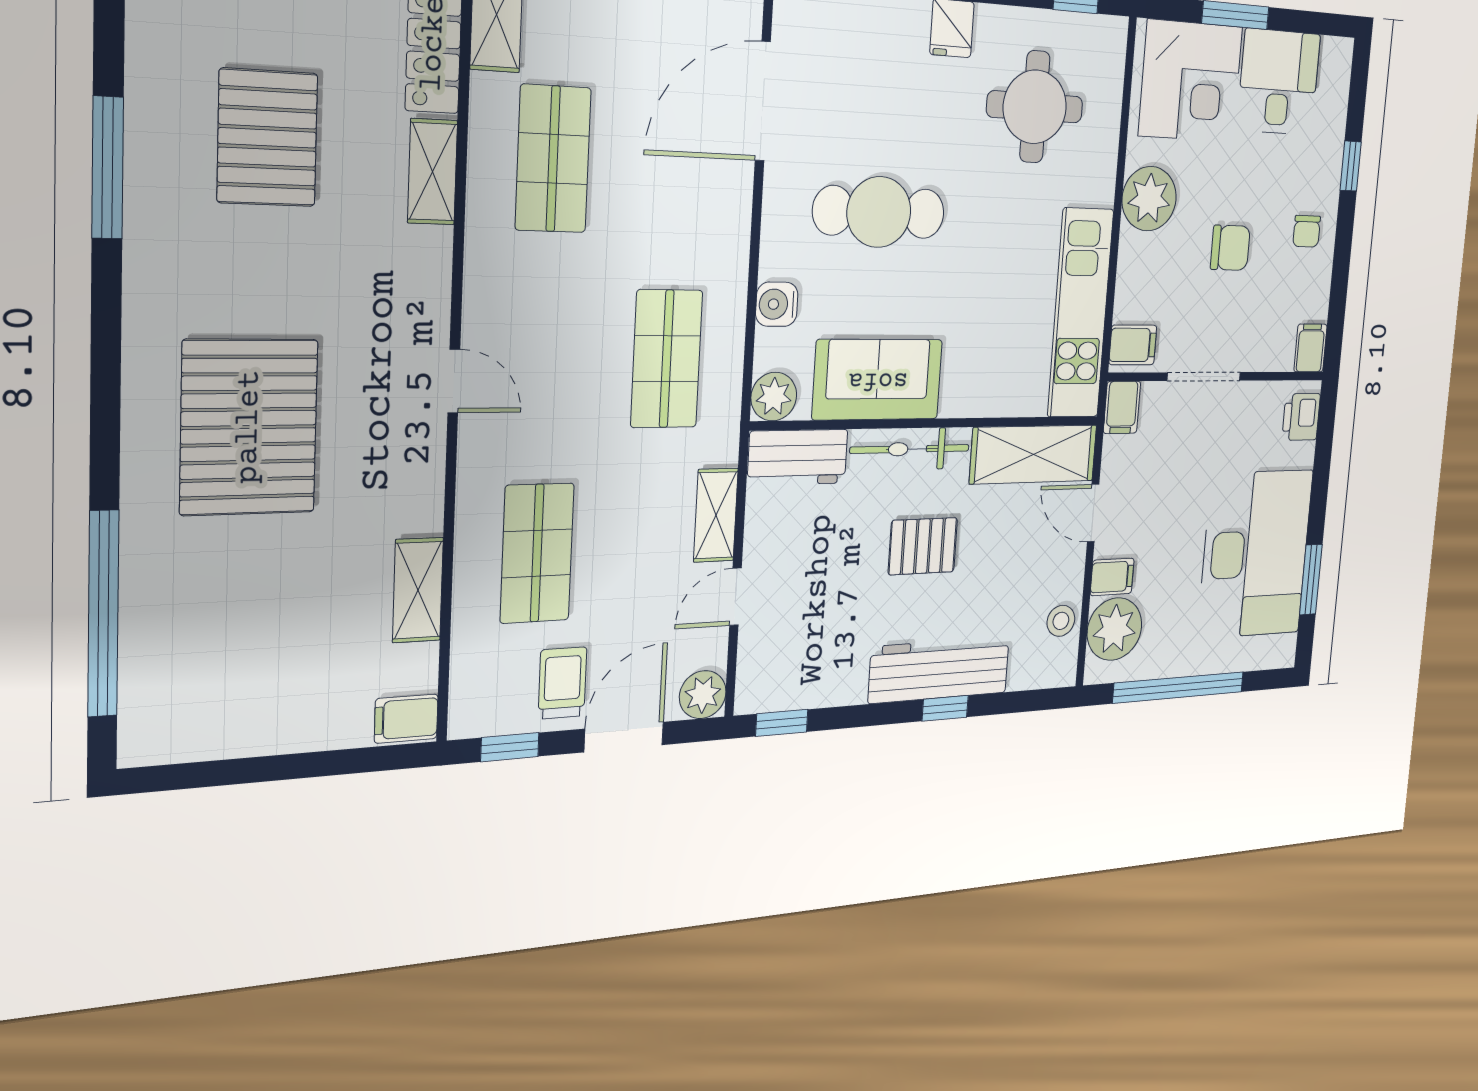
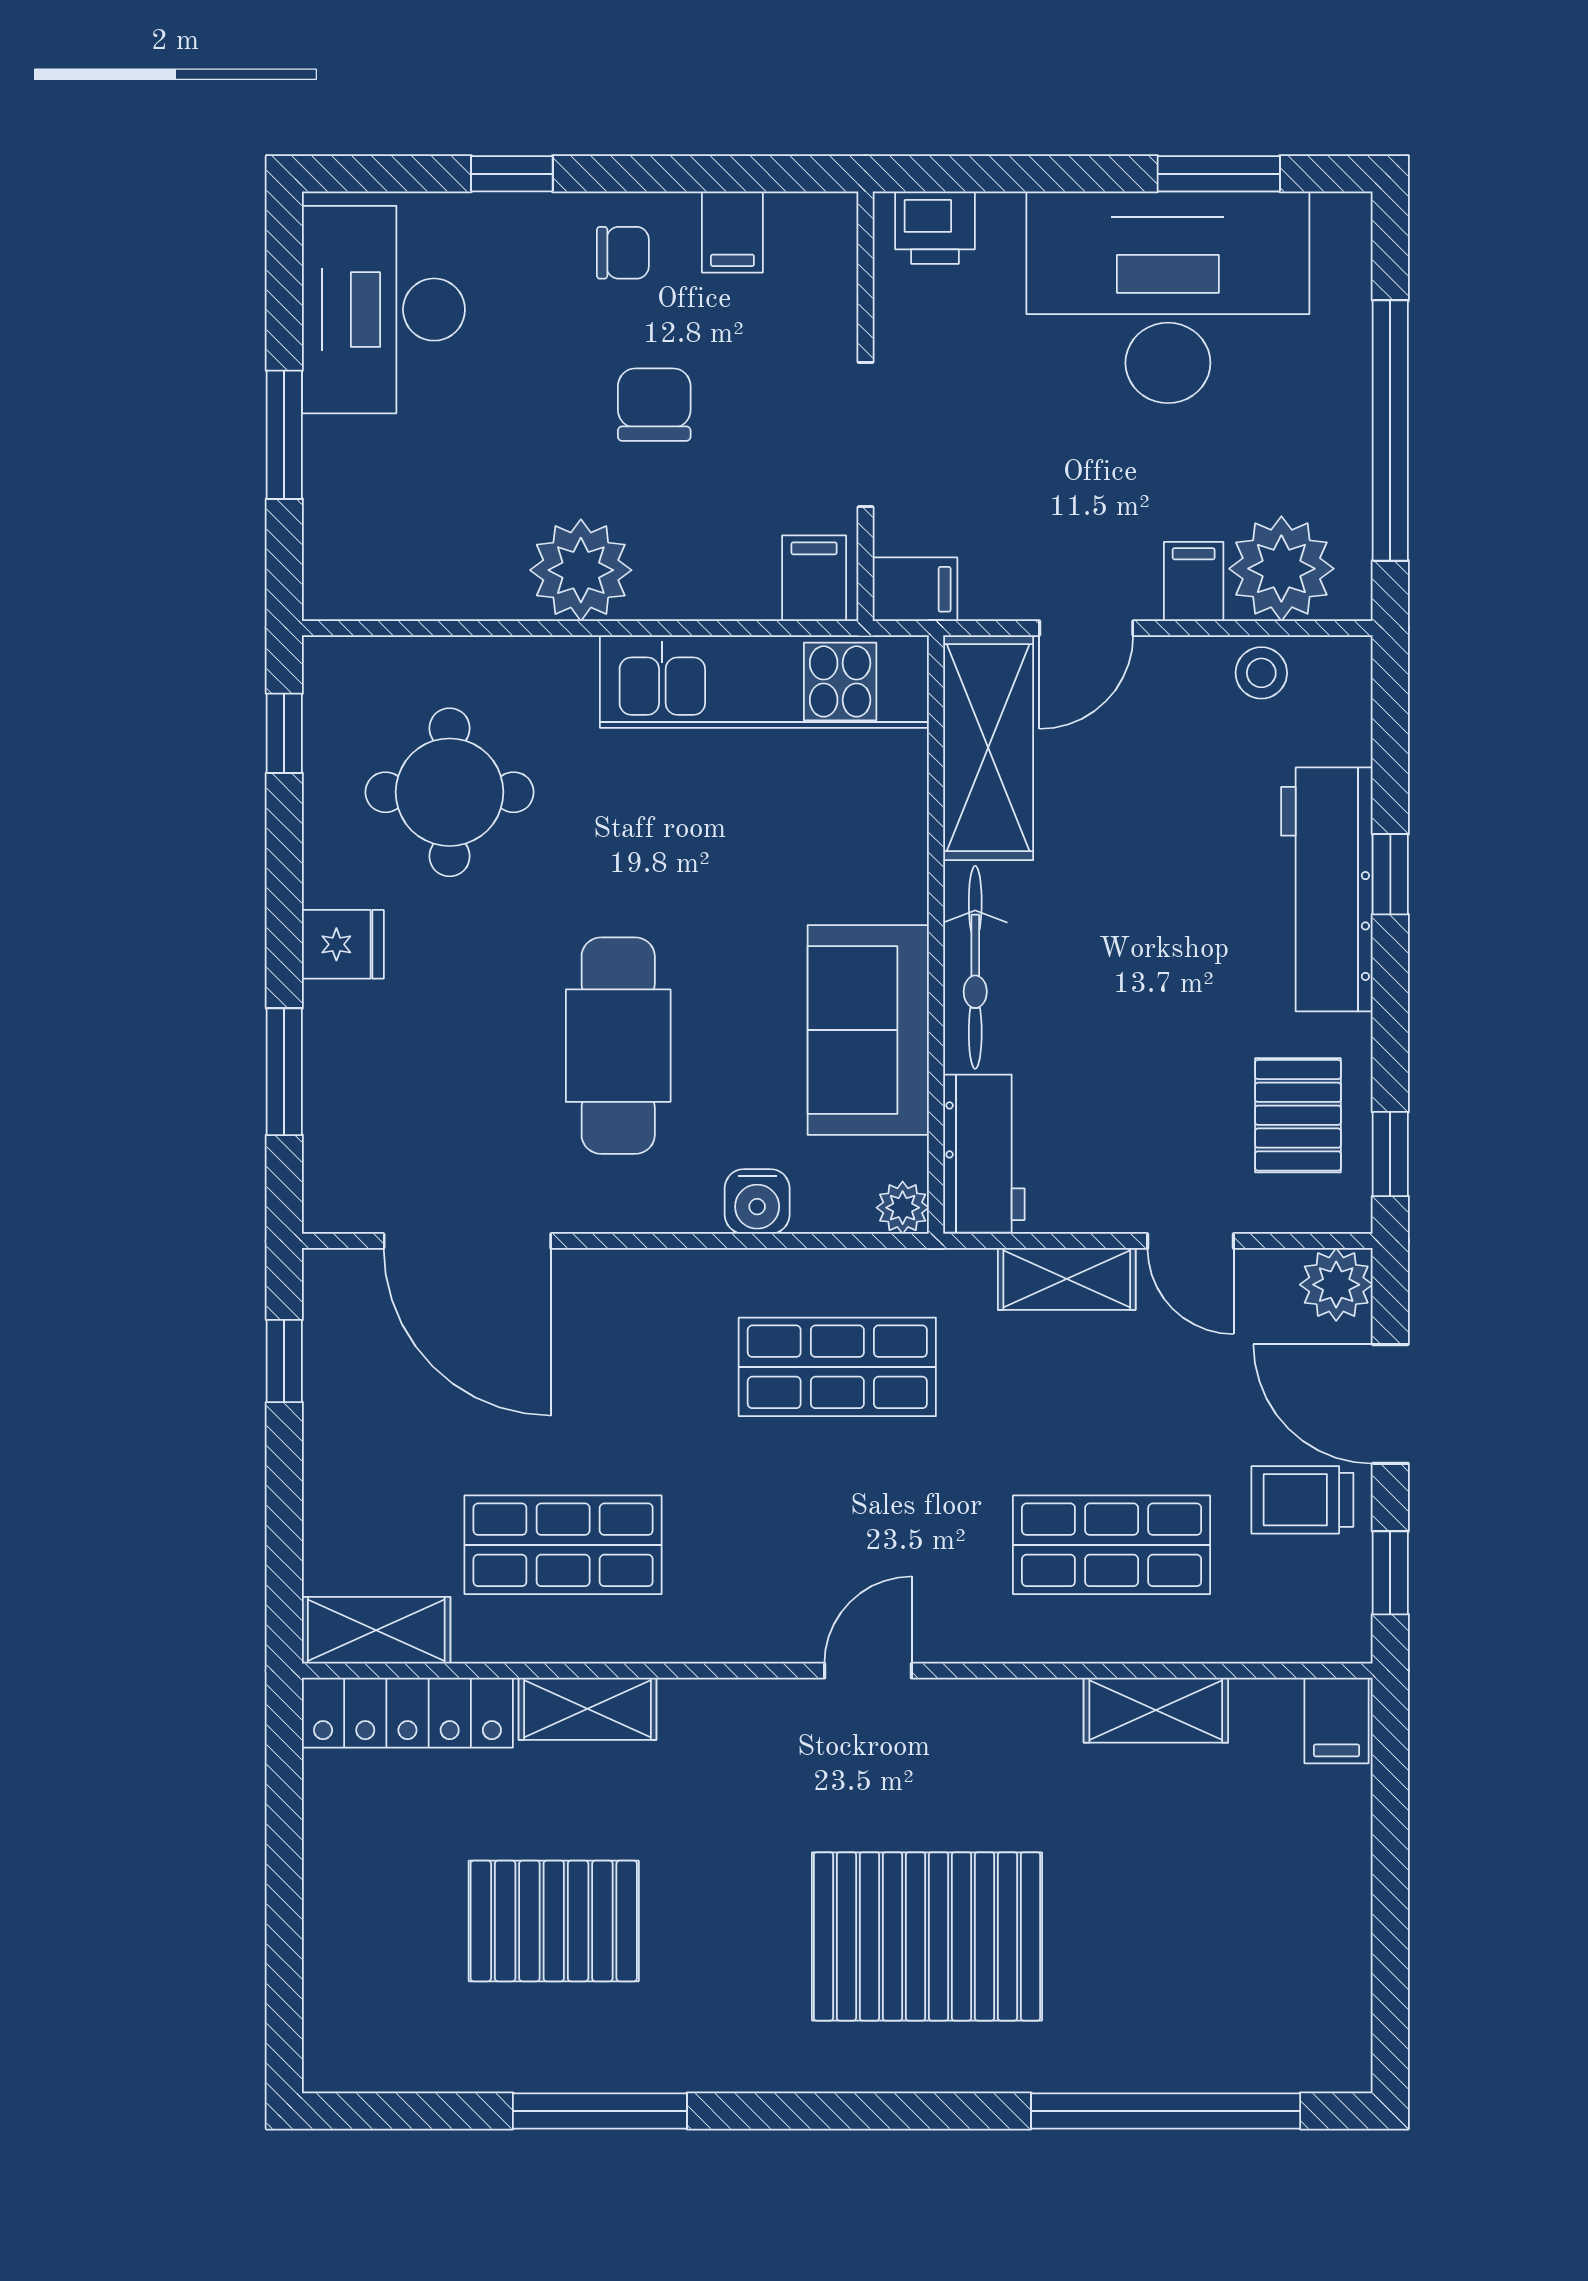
corner desk: (1191, 81) -> (393, 510), removed
desk: (1279, 82) -> (383, 310), width x1.37
filing cabinet: (1310, 348) -> (732, 232), moved, turned -90
plant: (774, 397) -> (903, 1208), width x0.73, depth x0.73
pallet: (923, 546) -> (1298, 1115), moved

